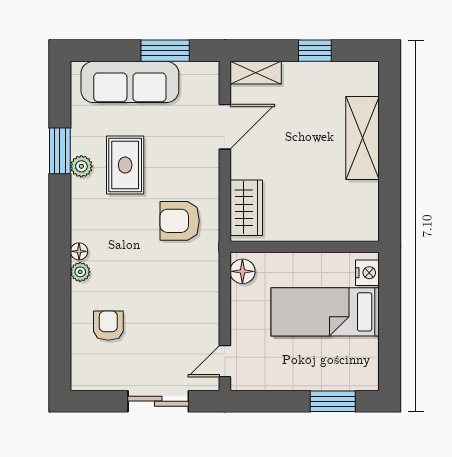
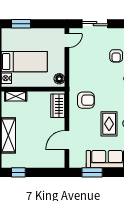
window: (315, 51) -> (18, 172), moved
shelving: (256, 73) -> (16, 96), moved

